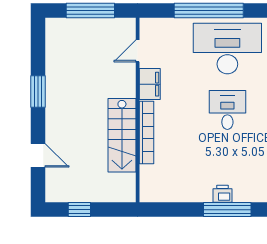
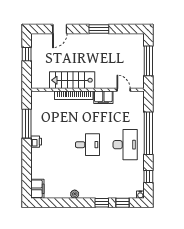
desk: (227, 48) -> (125, 145), width x0.73, depth x0.77
window: (227, 210) -> (27, 124), moved

